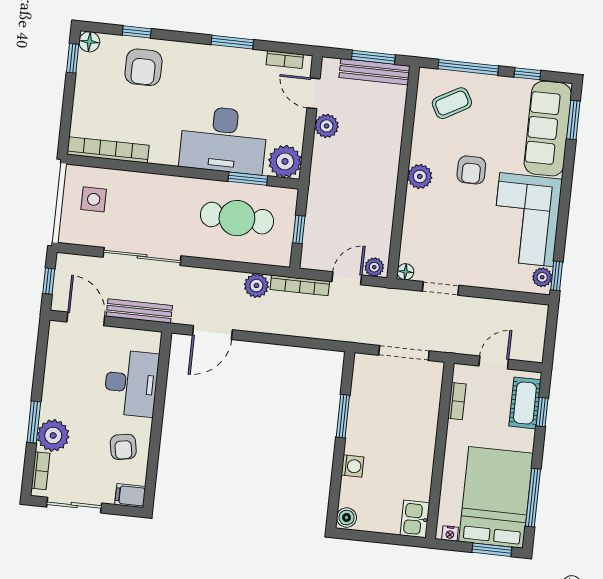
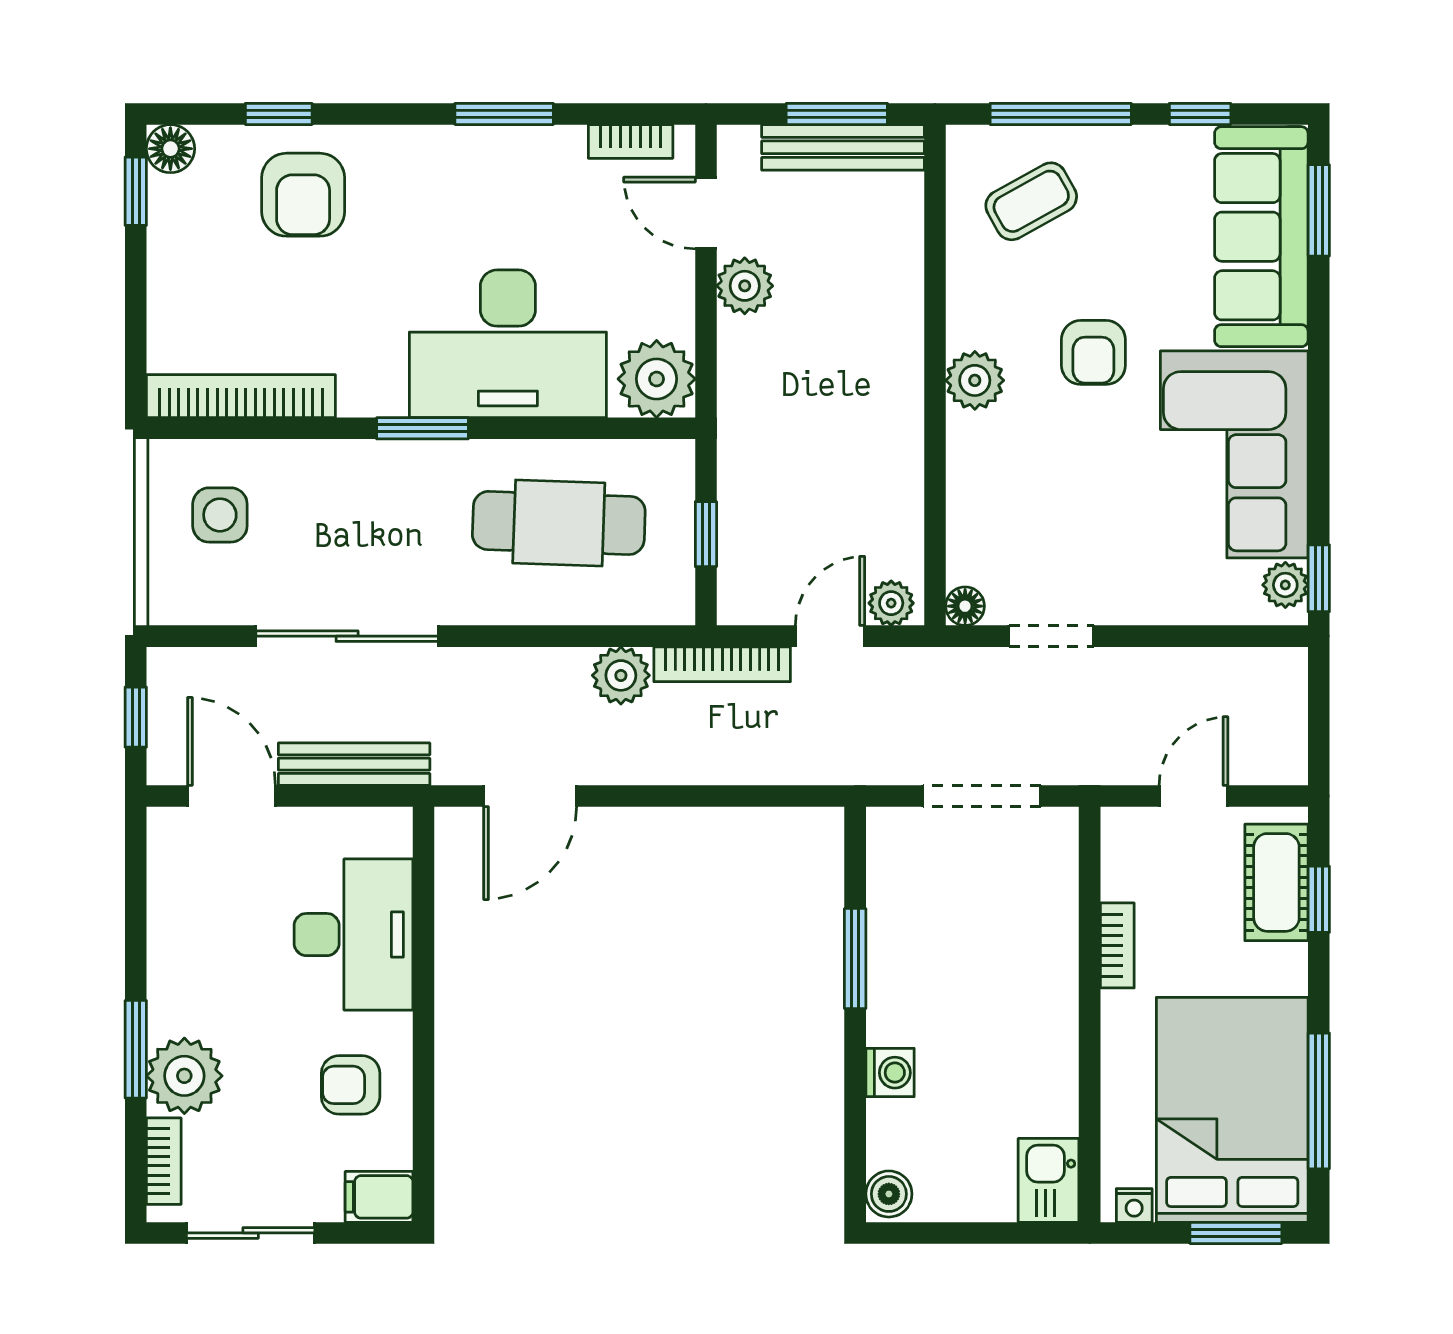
window: (248, 179) -> (422, 428), moved
bookcase: (457, 401) -> (1117, 945), moved
armchair: (123, 447) -> (351, 1085), turned 100

